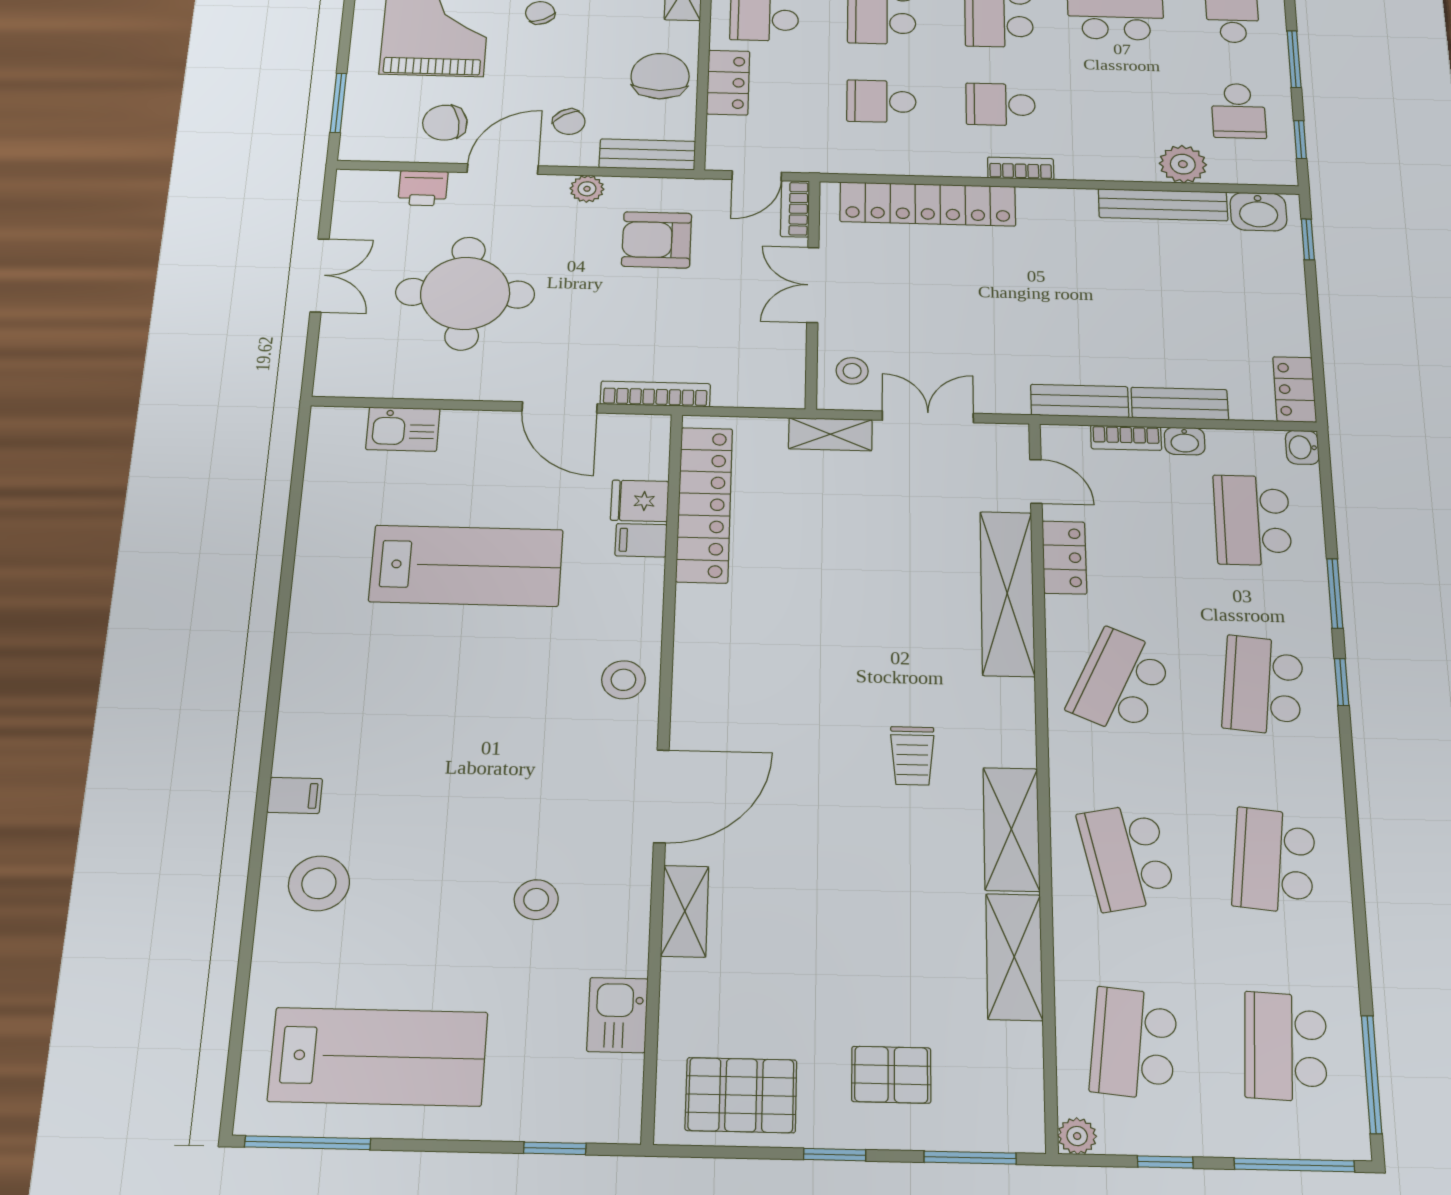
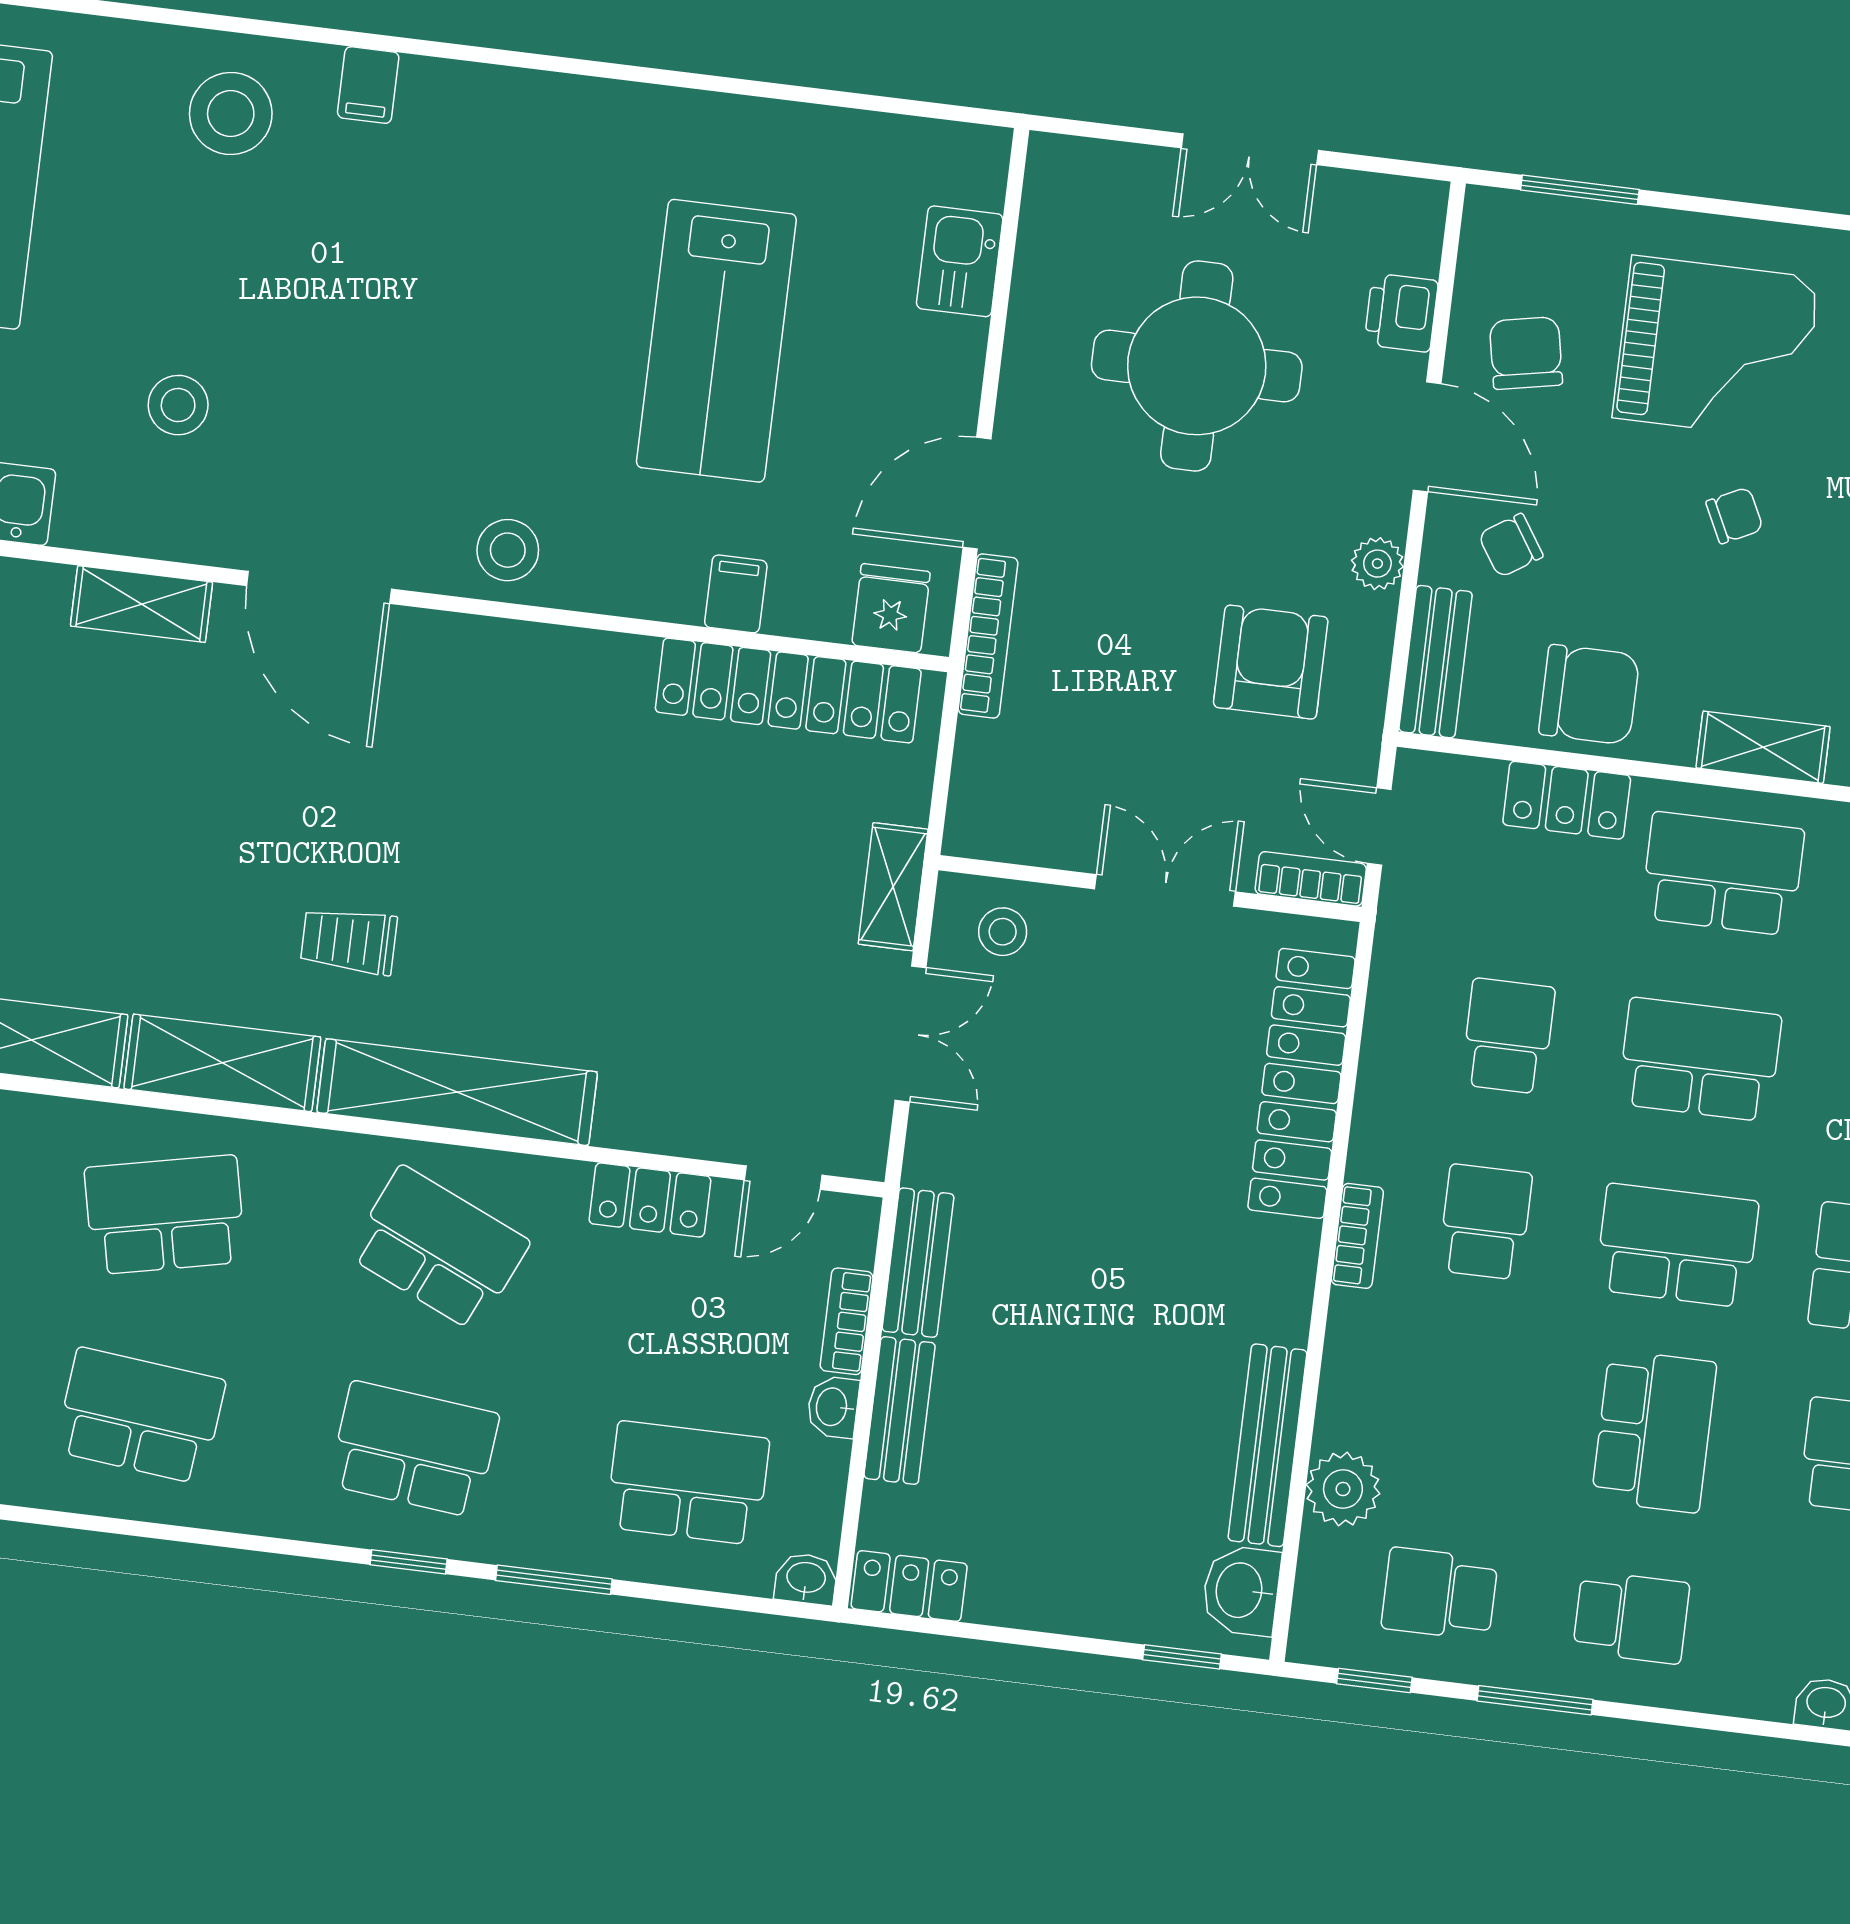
fridge: (640, 501) -> (891, 608), moved
shelving: (1007, 593) -> (457, 1092), moved

